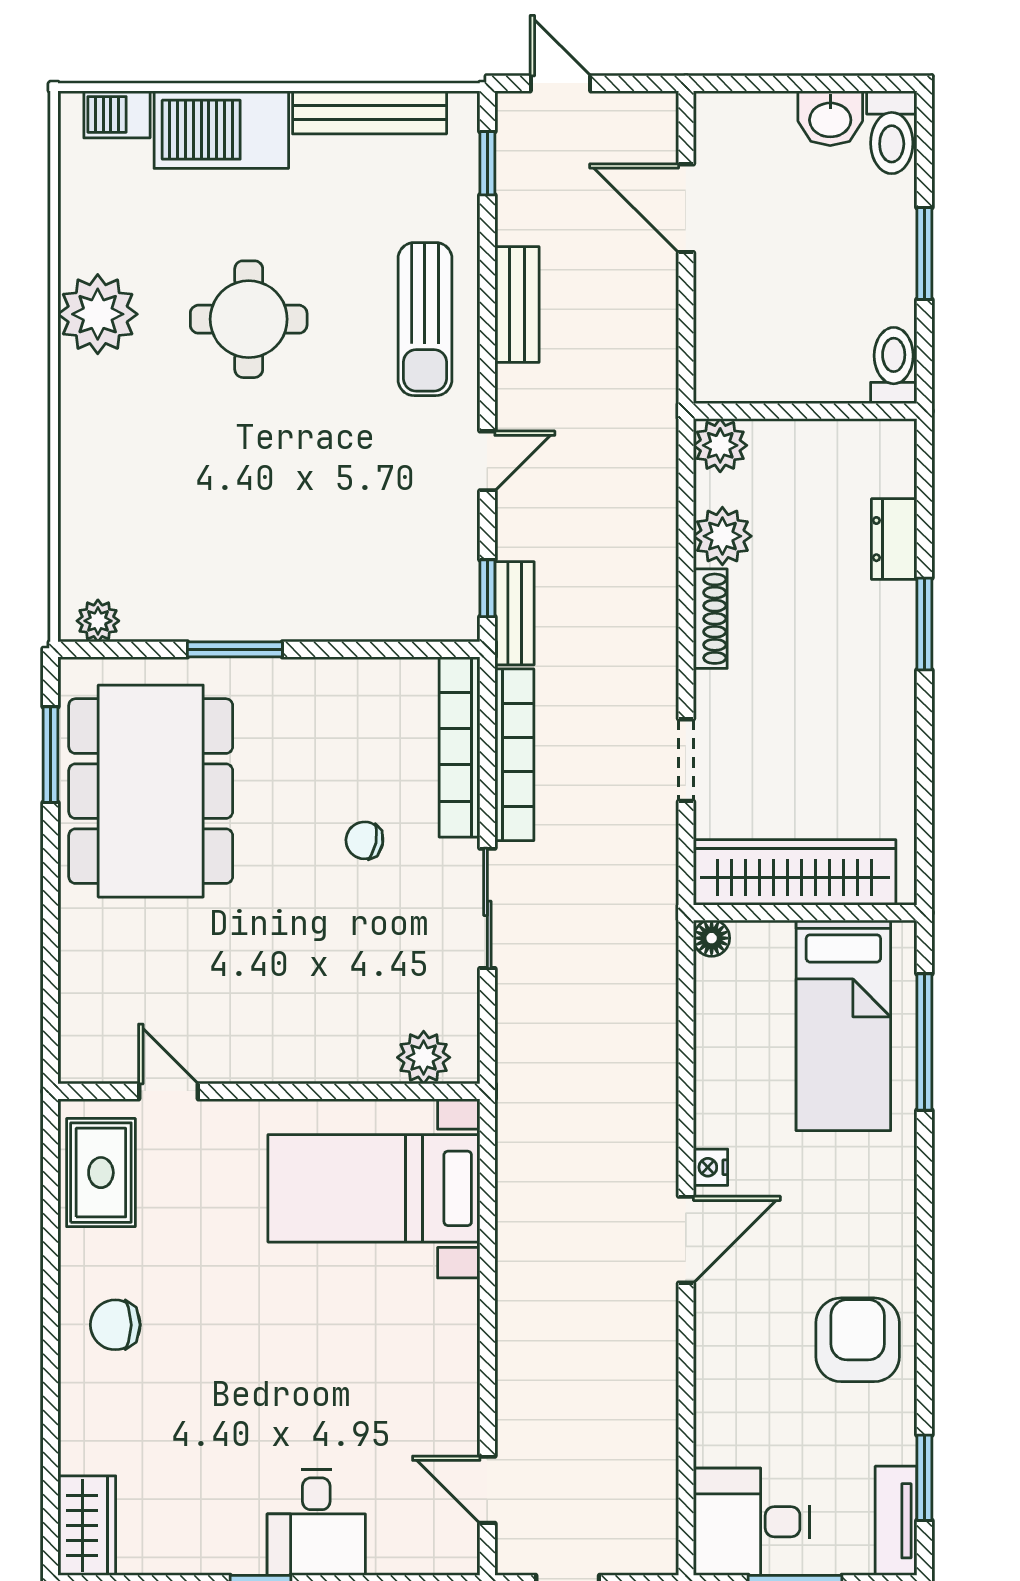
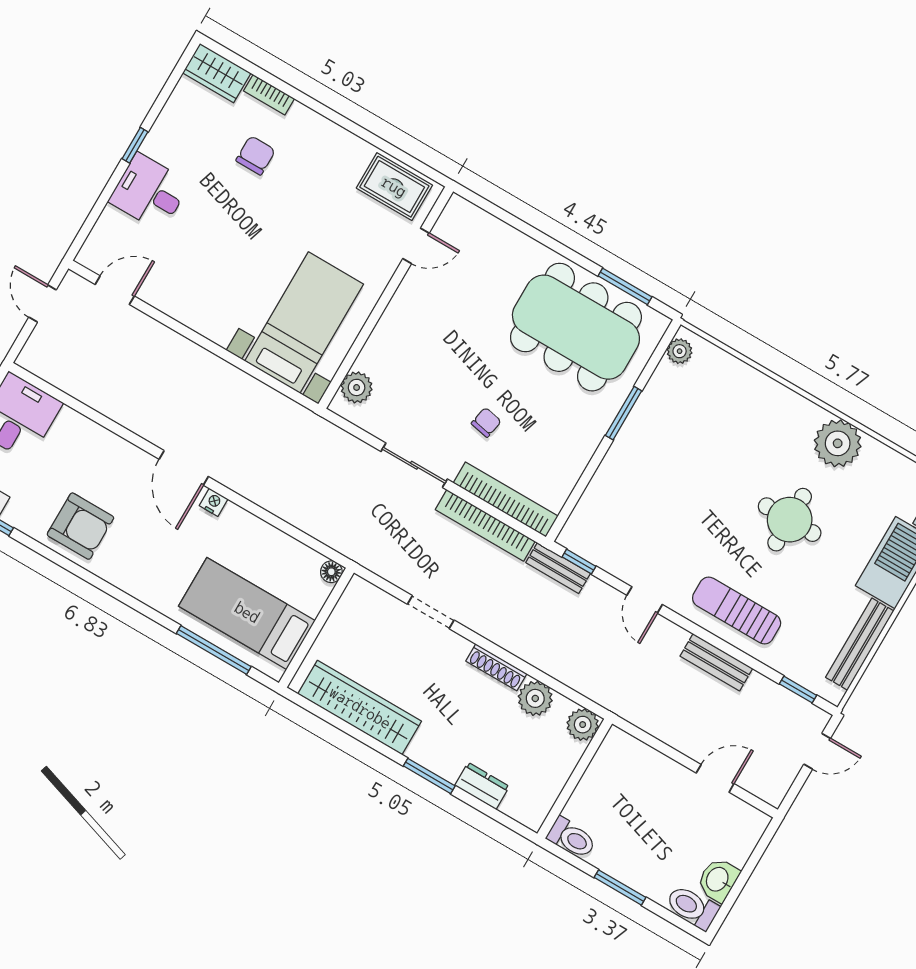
door: (686, 208) -> (715, 778), width x0.73
wardrobe: (795, 872) -> (360, 708), moved, turned -90
chair: (115, 1325) -> (256, 155), moved
bookcase: (74, 1432) -> (269, 95), added

